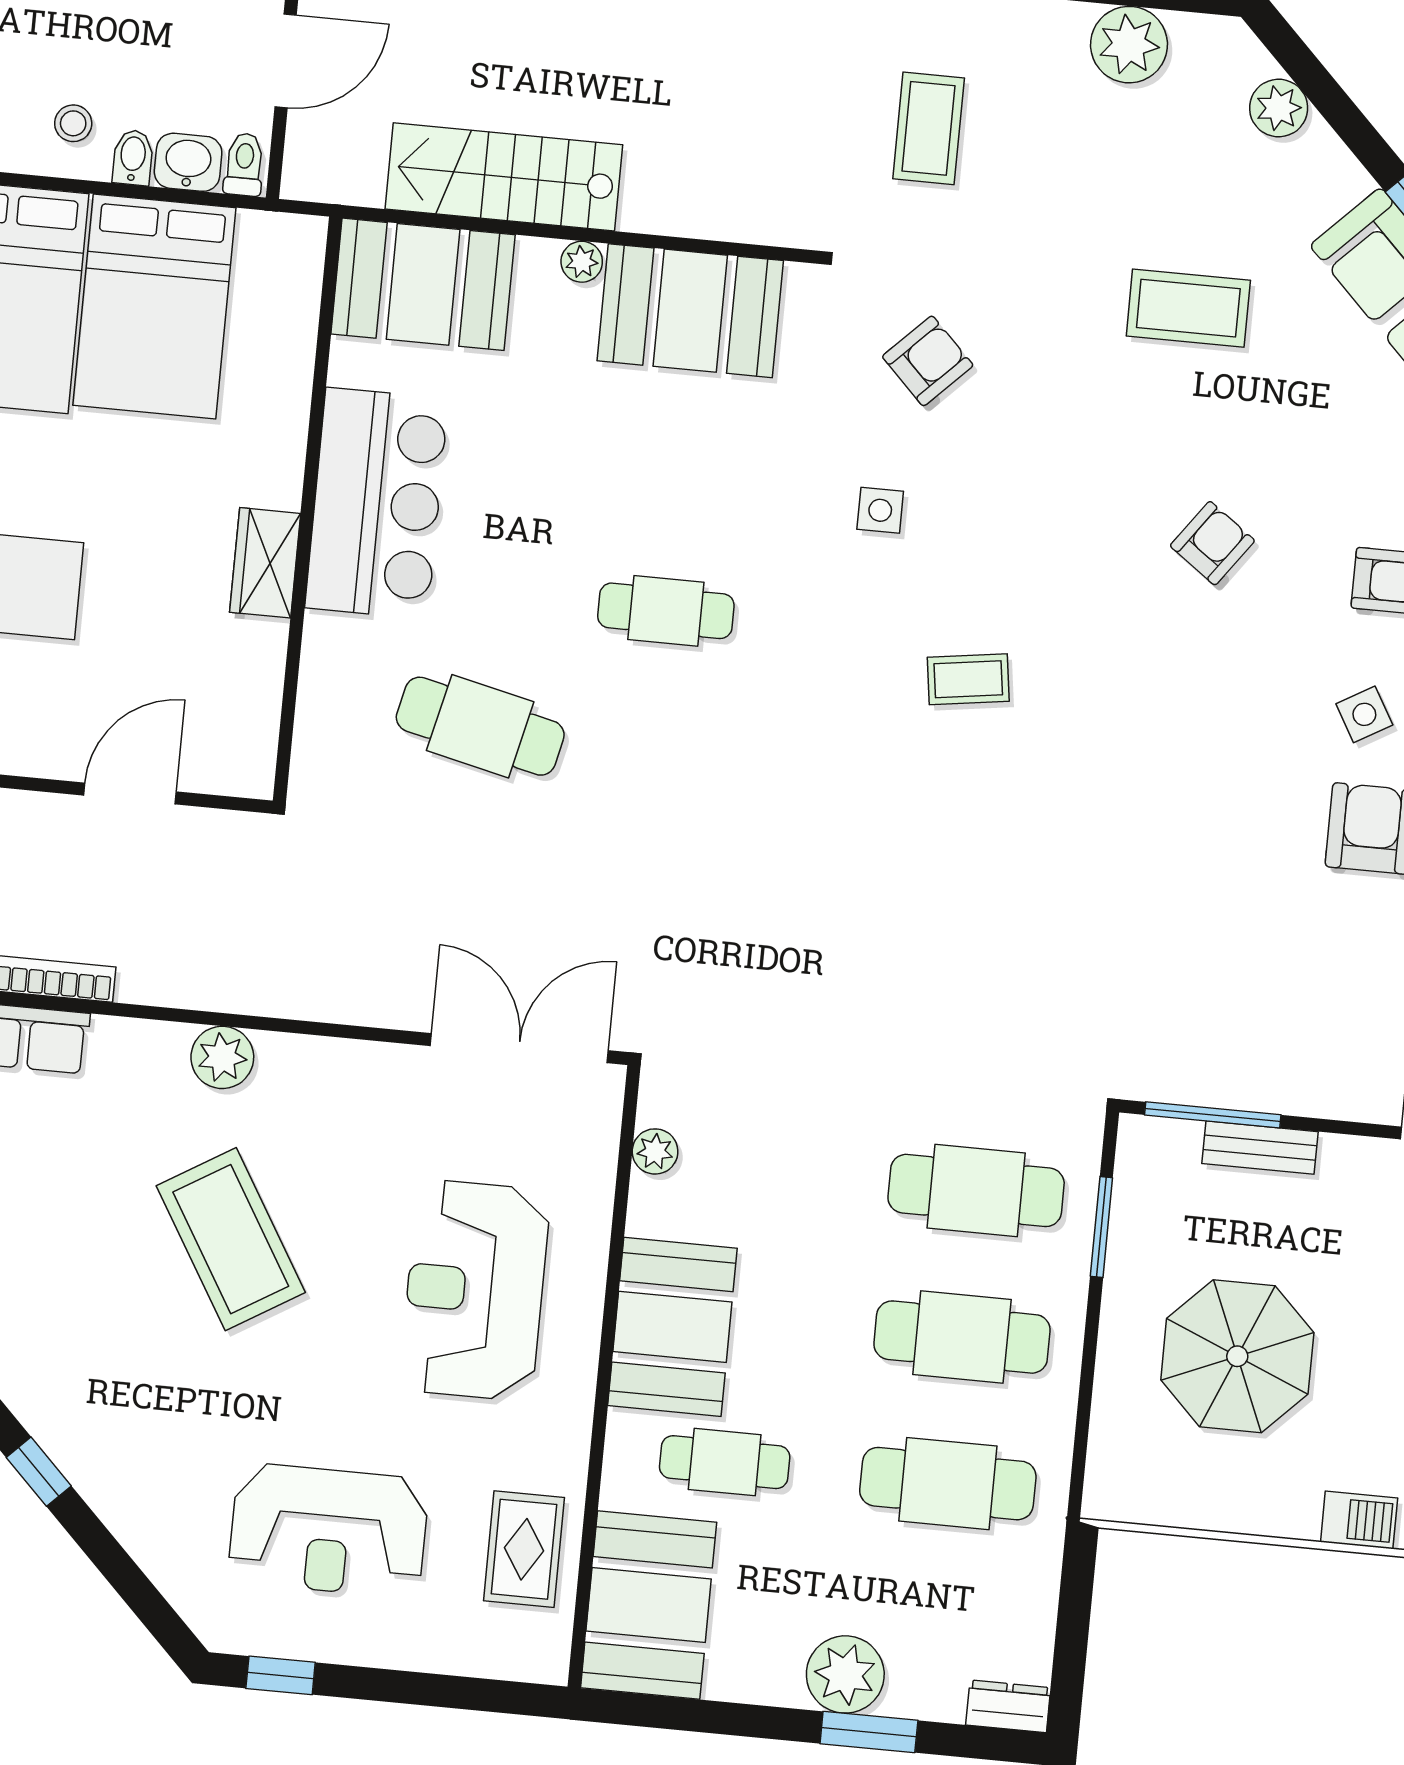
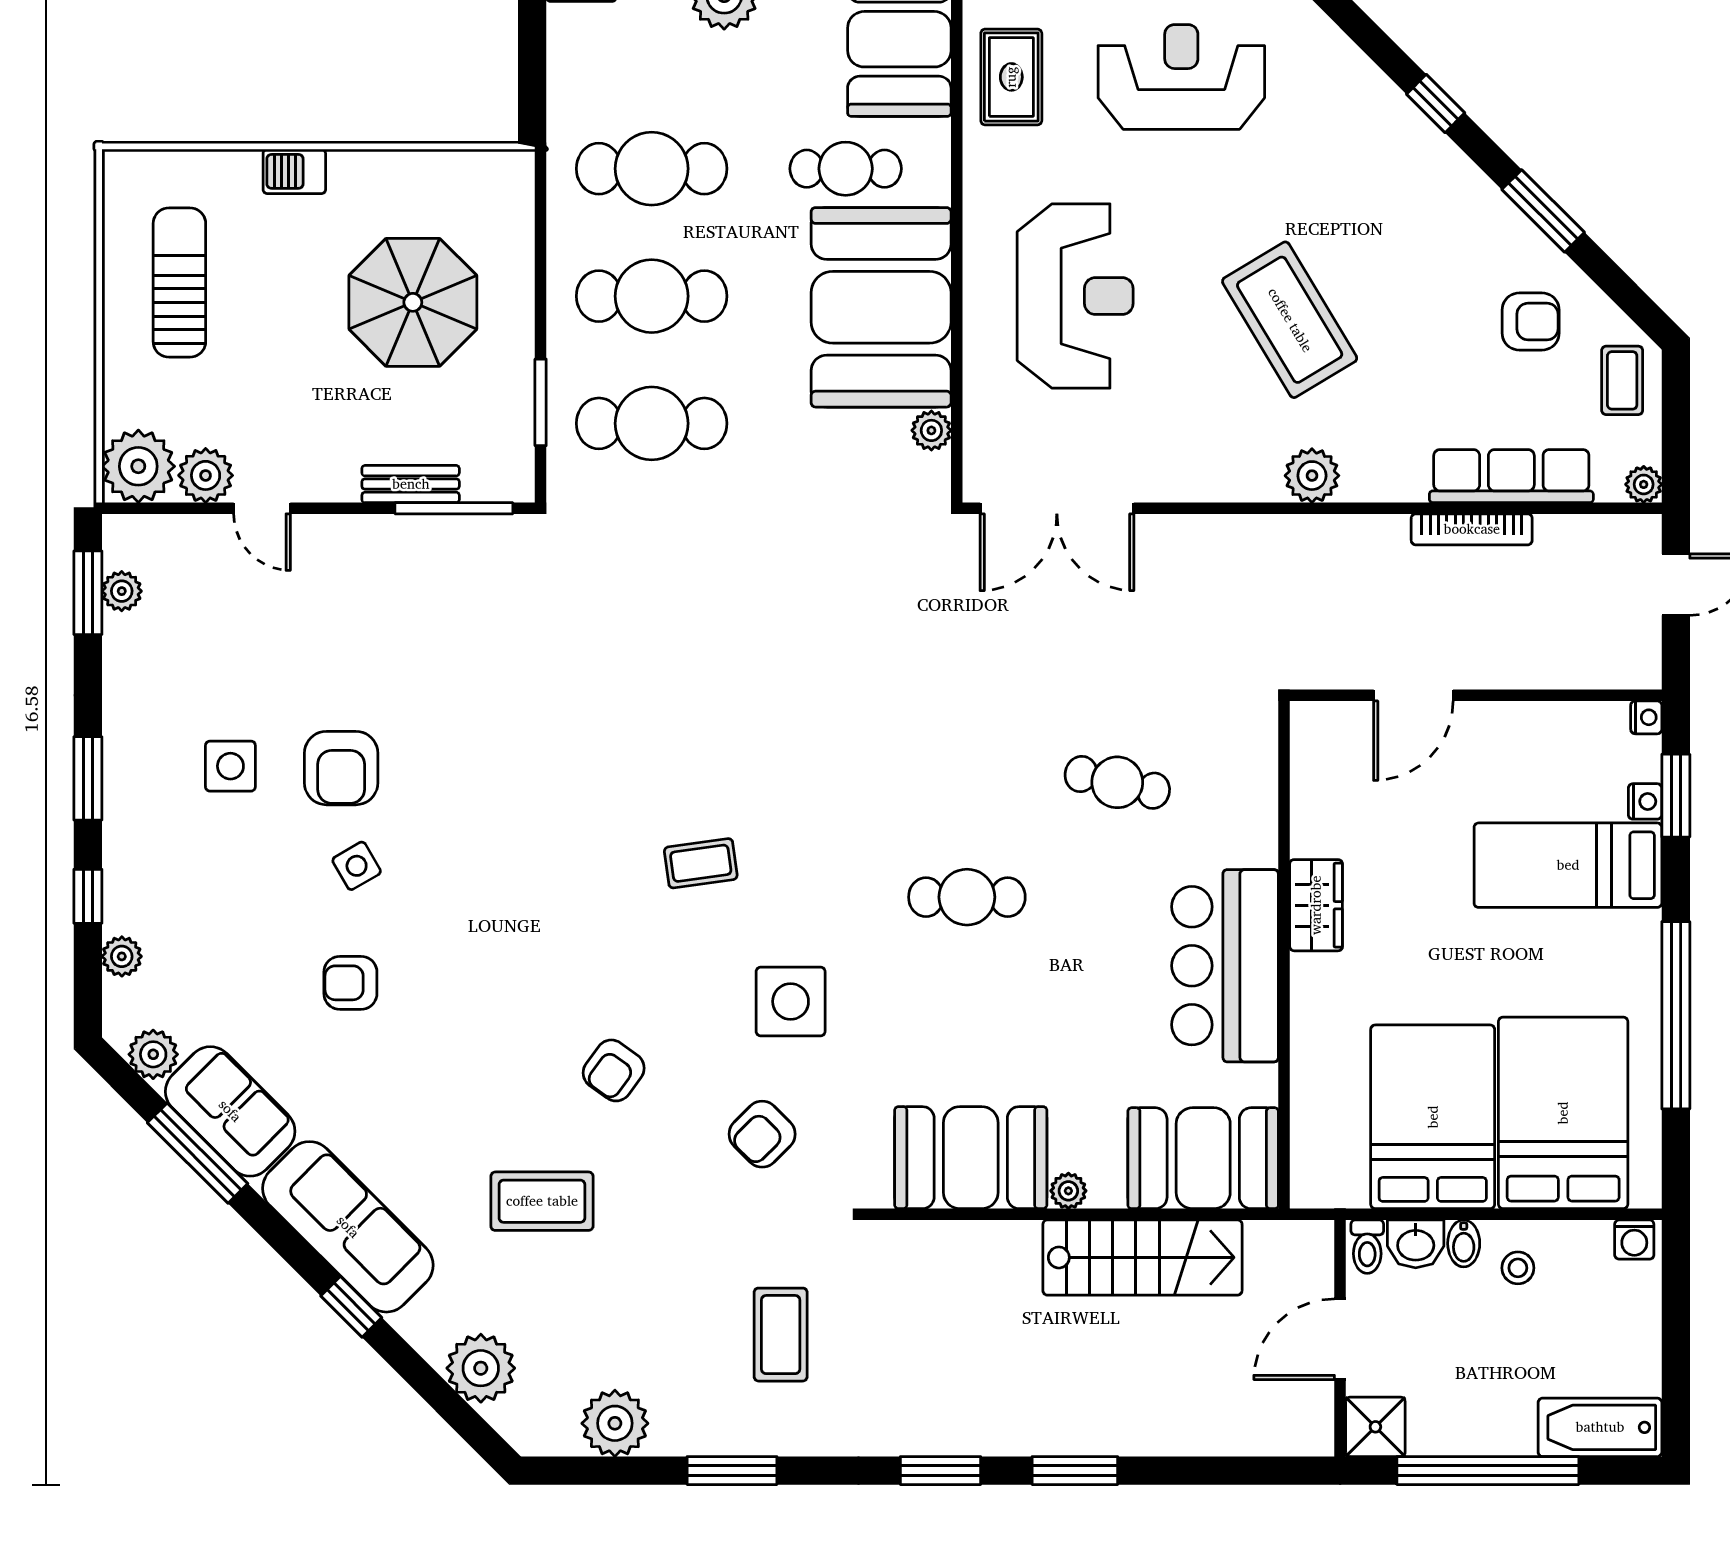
plant: (1279, 108) -> (481, 1368), width x1.36, depth x1.36
side table: (880, 510) -> (791, 1001), width x1.87, depth x1.87
armchair: (1212, 543) -> (614, 1070), moved
cafe table: (480, 726) -> (1117, 782), width x0.73, depth x0.74
booth: (672, 1327) -> (881, 307), width x1.36, depth x1.42

